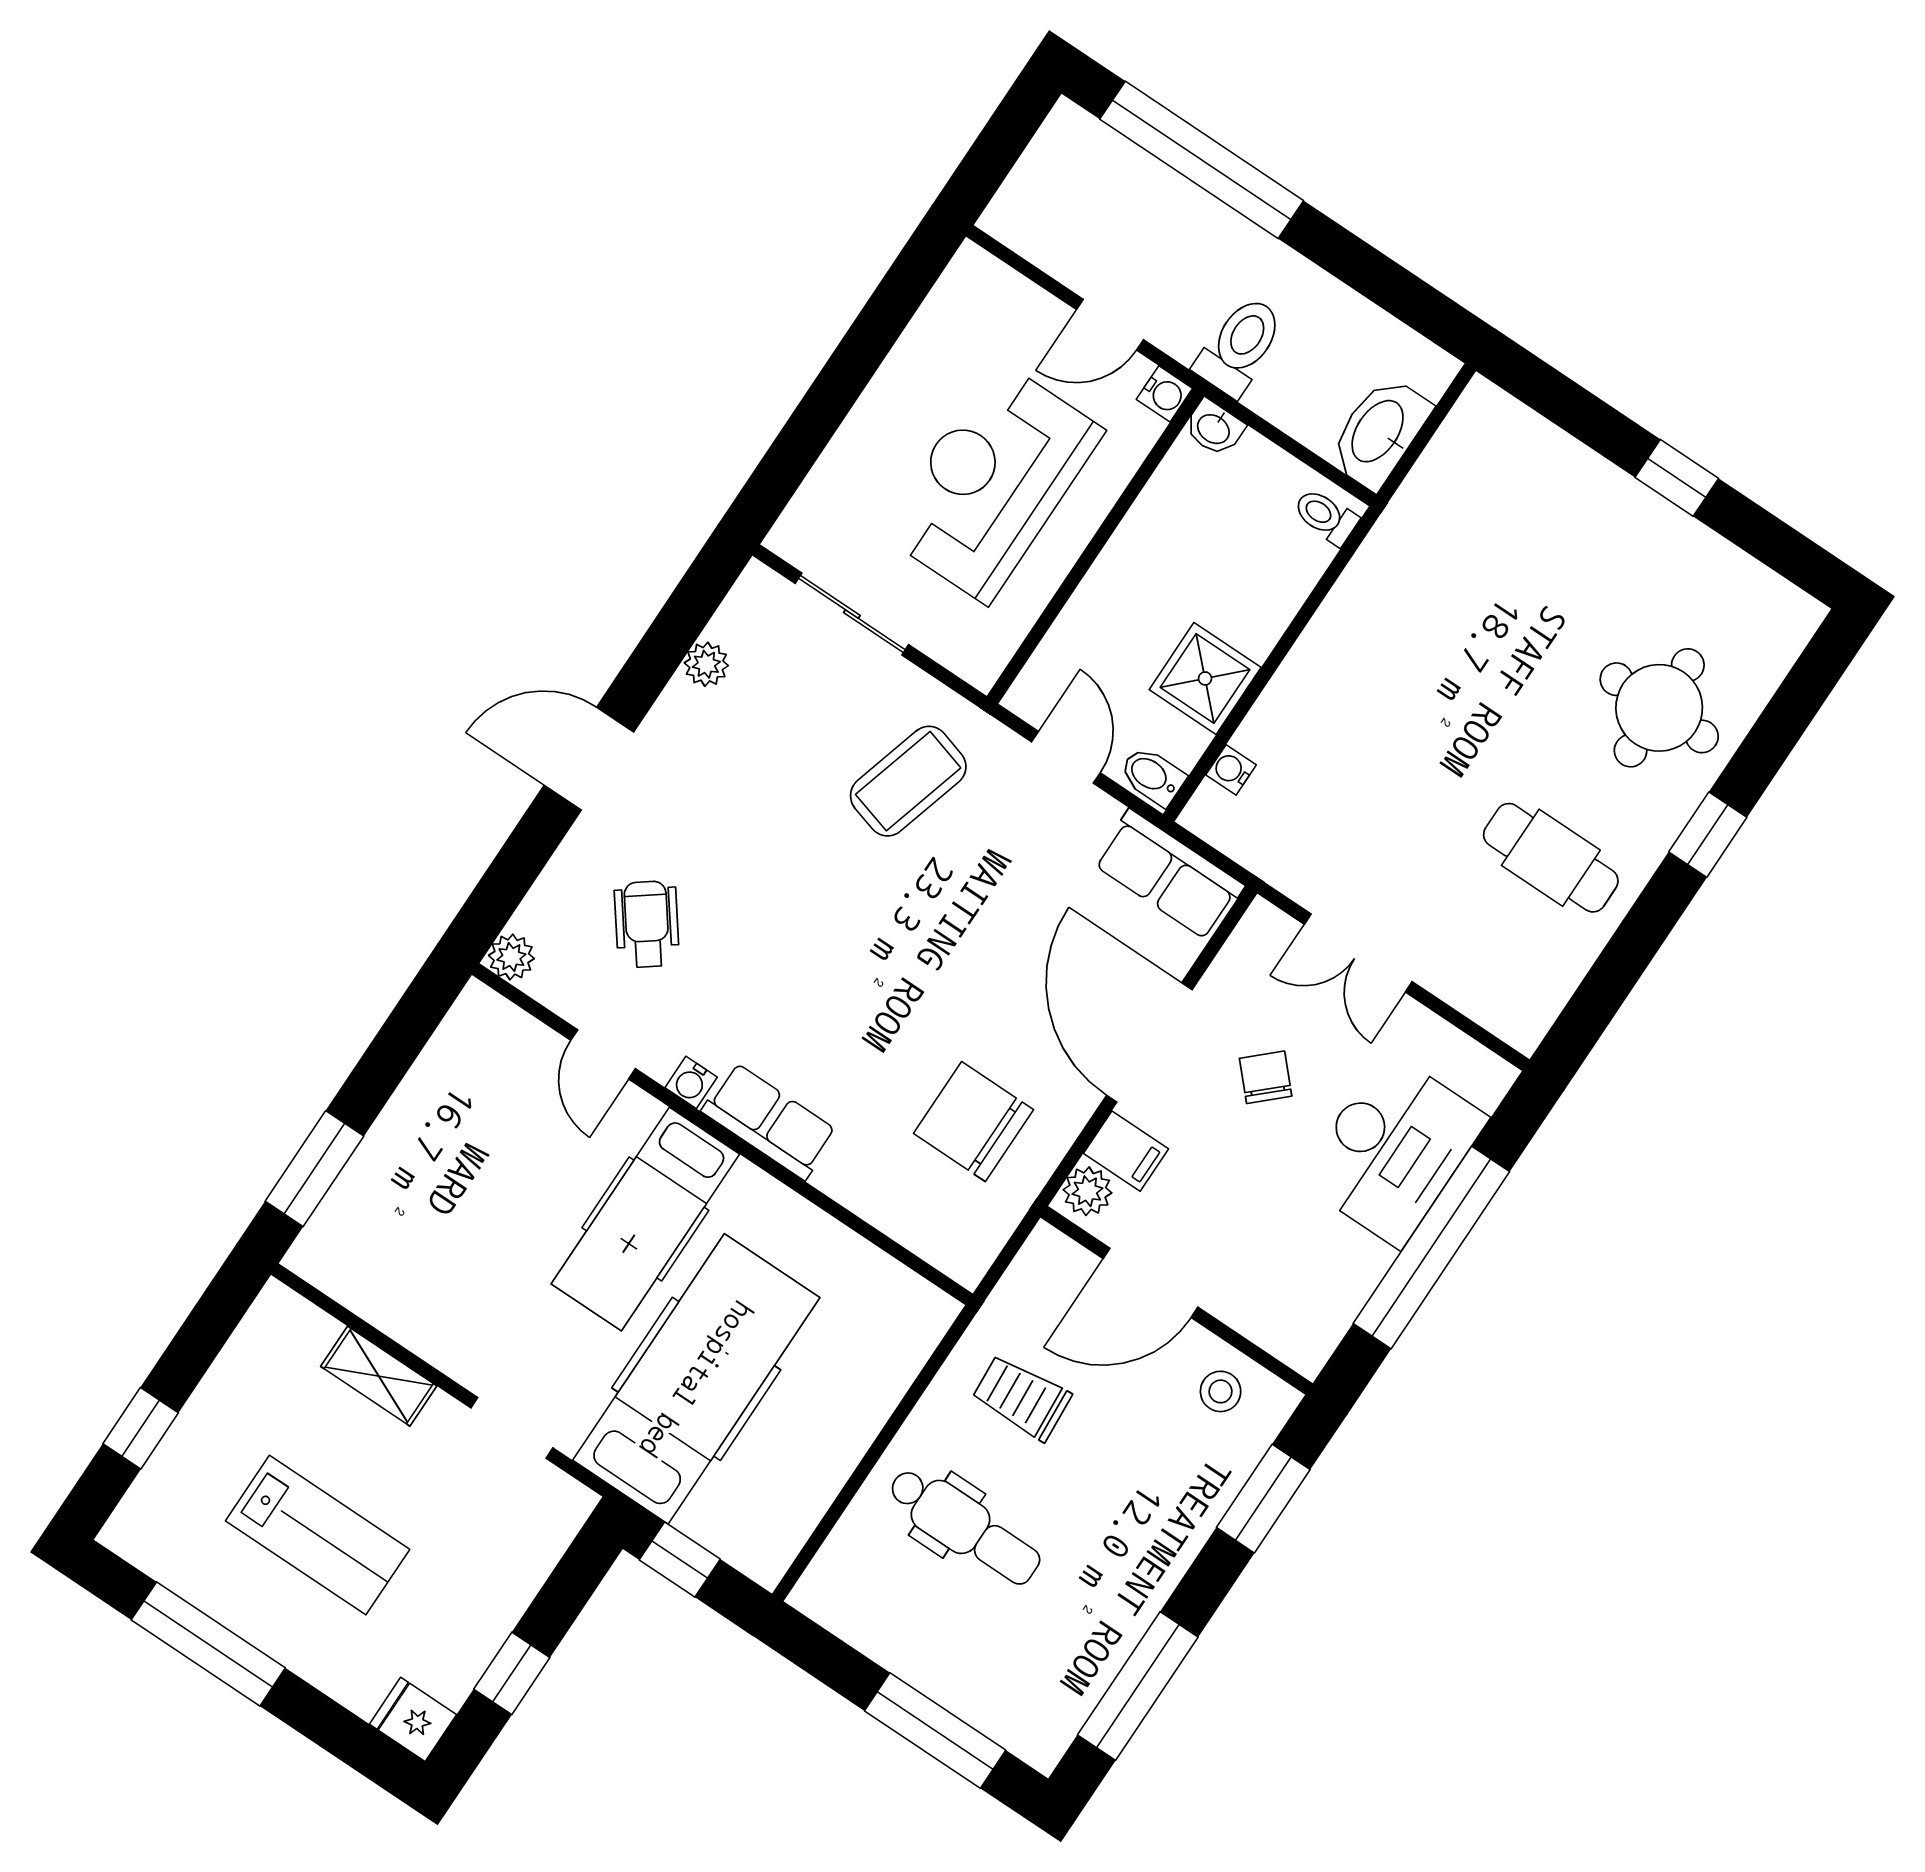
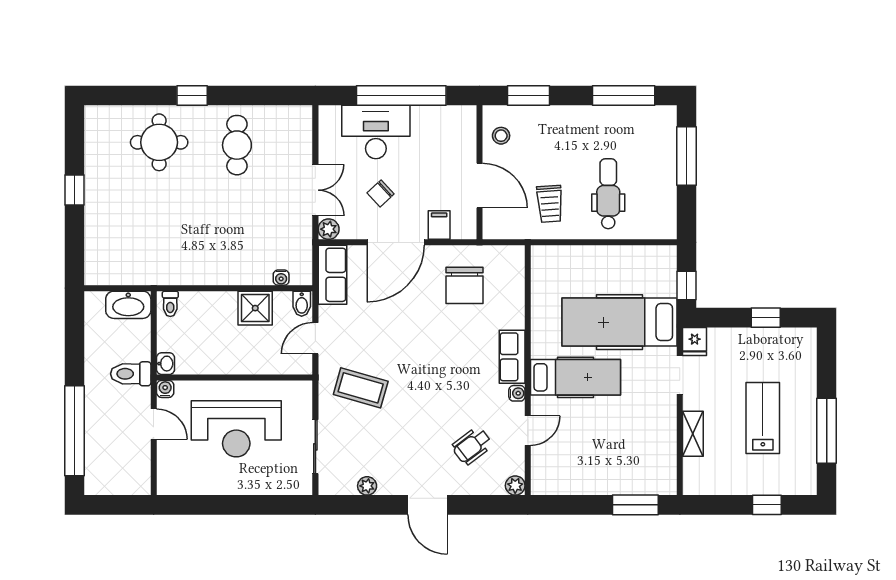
plant: (1087, 1191) -> (329, 229), moved
fridge: (413, 1719) -> (695, 341), moved

